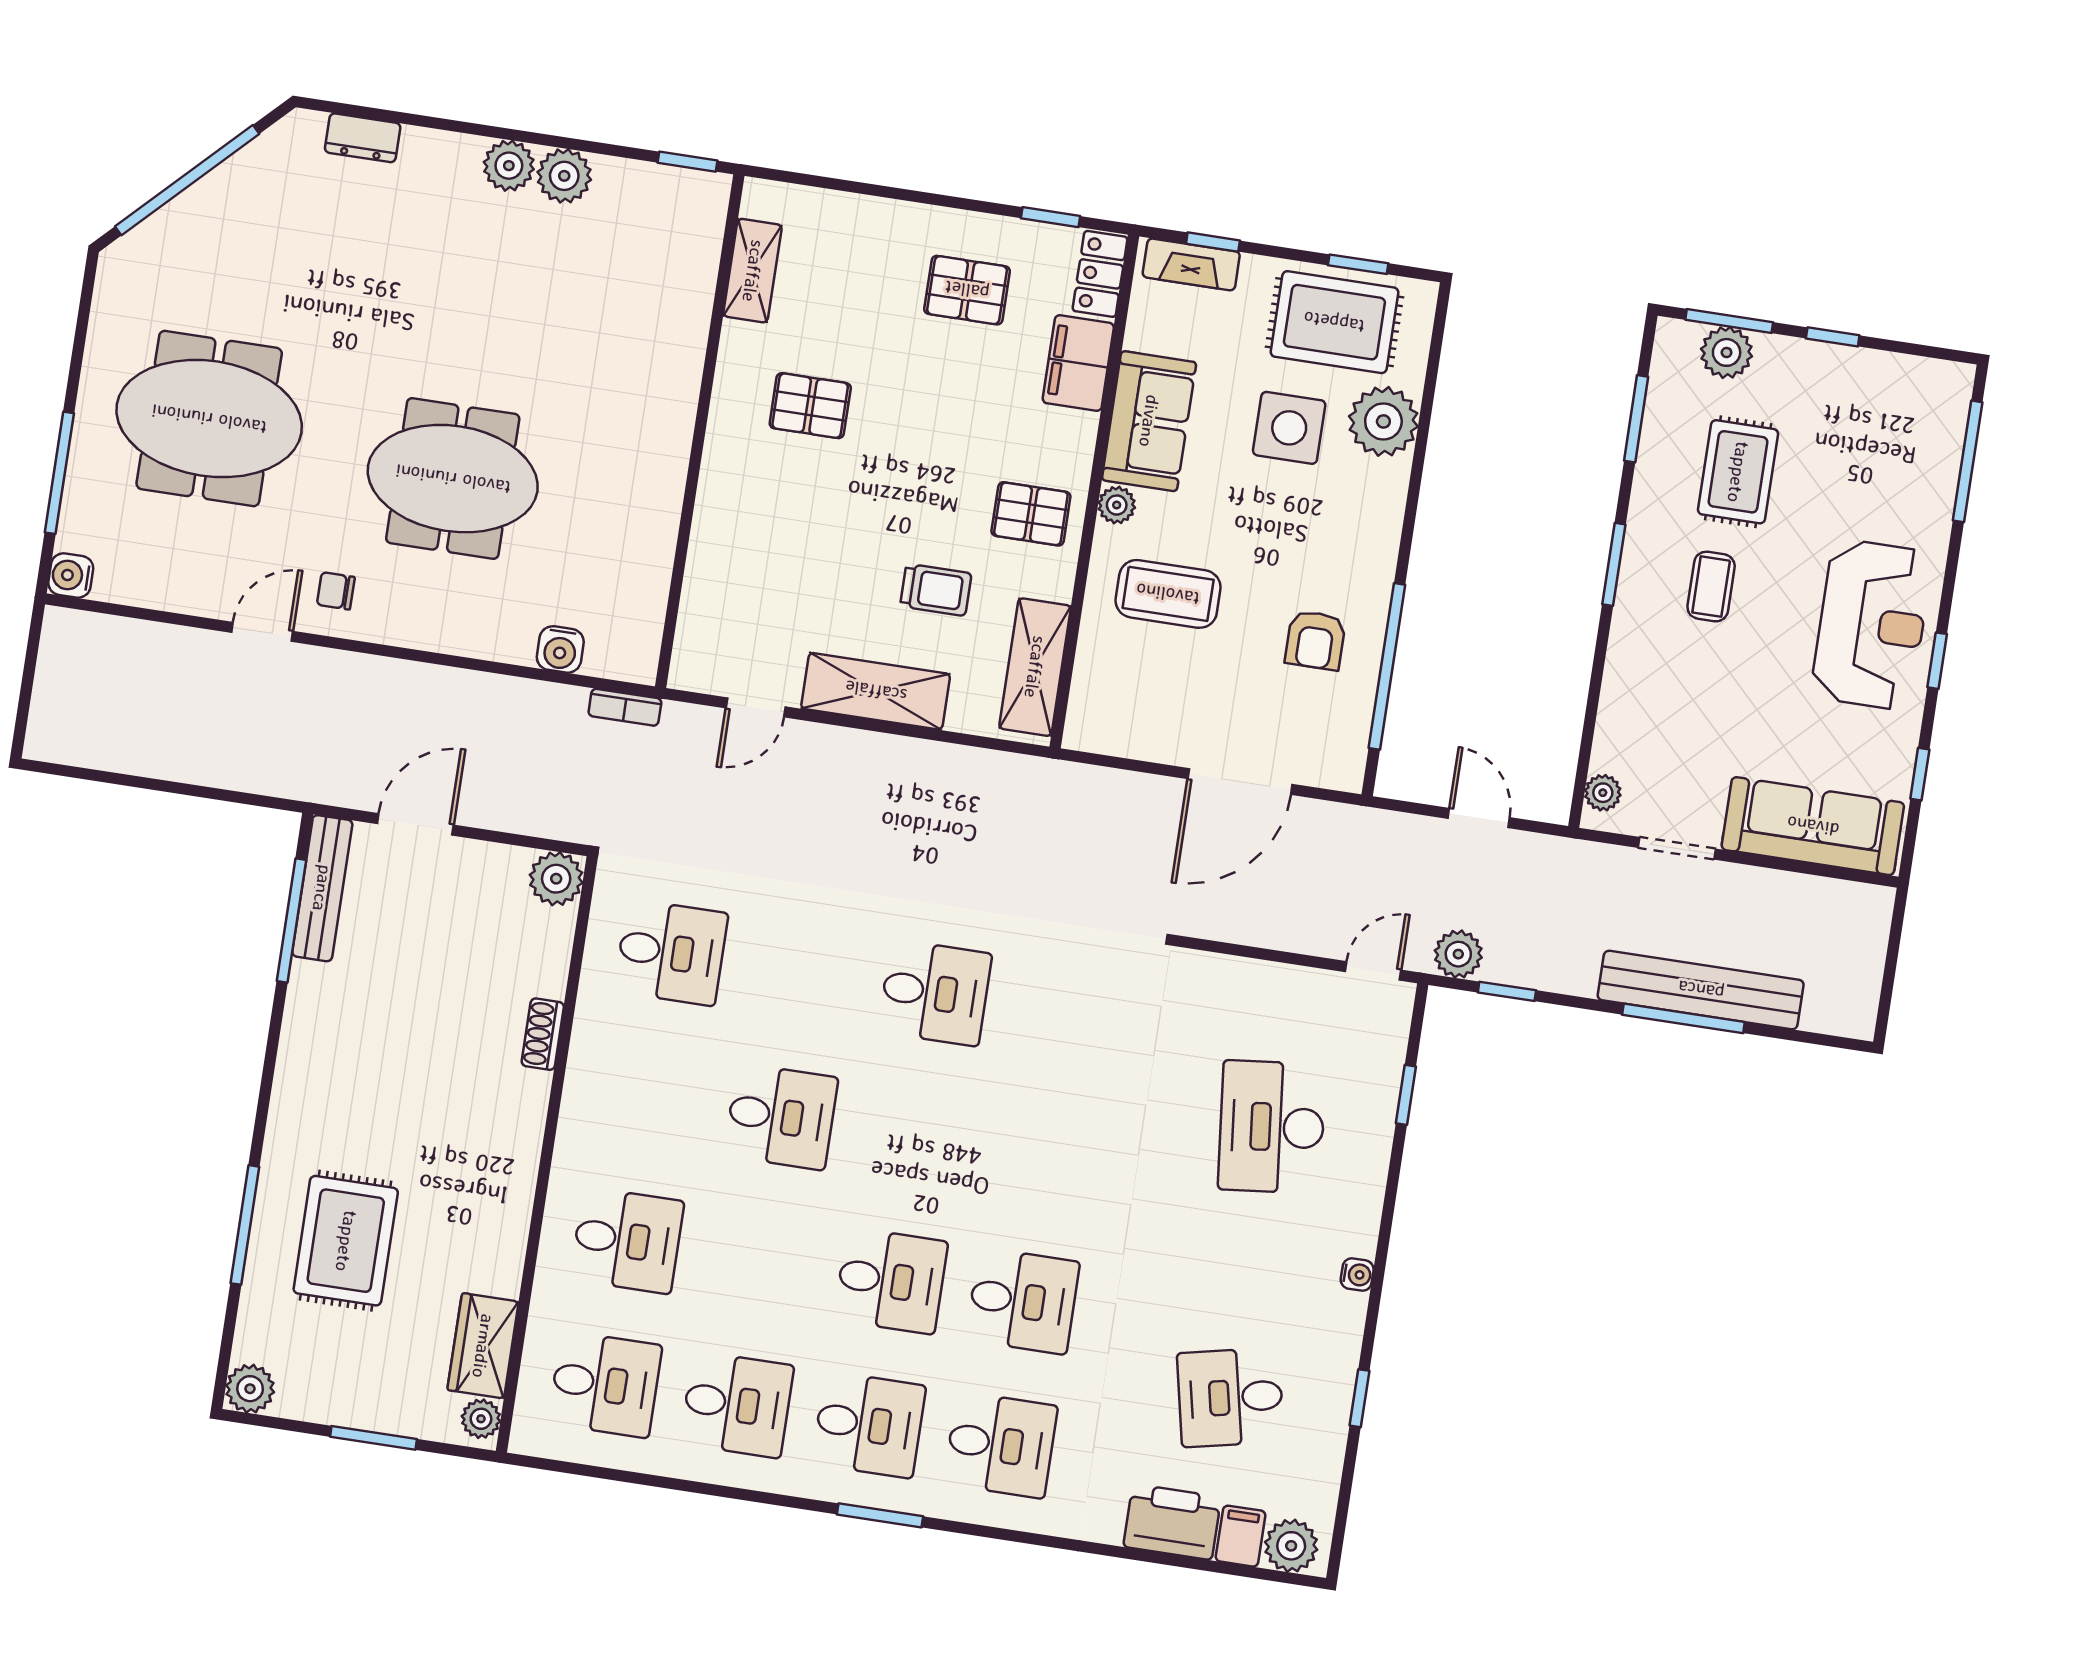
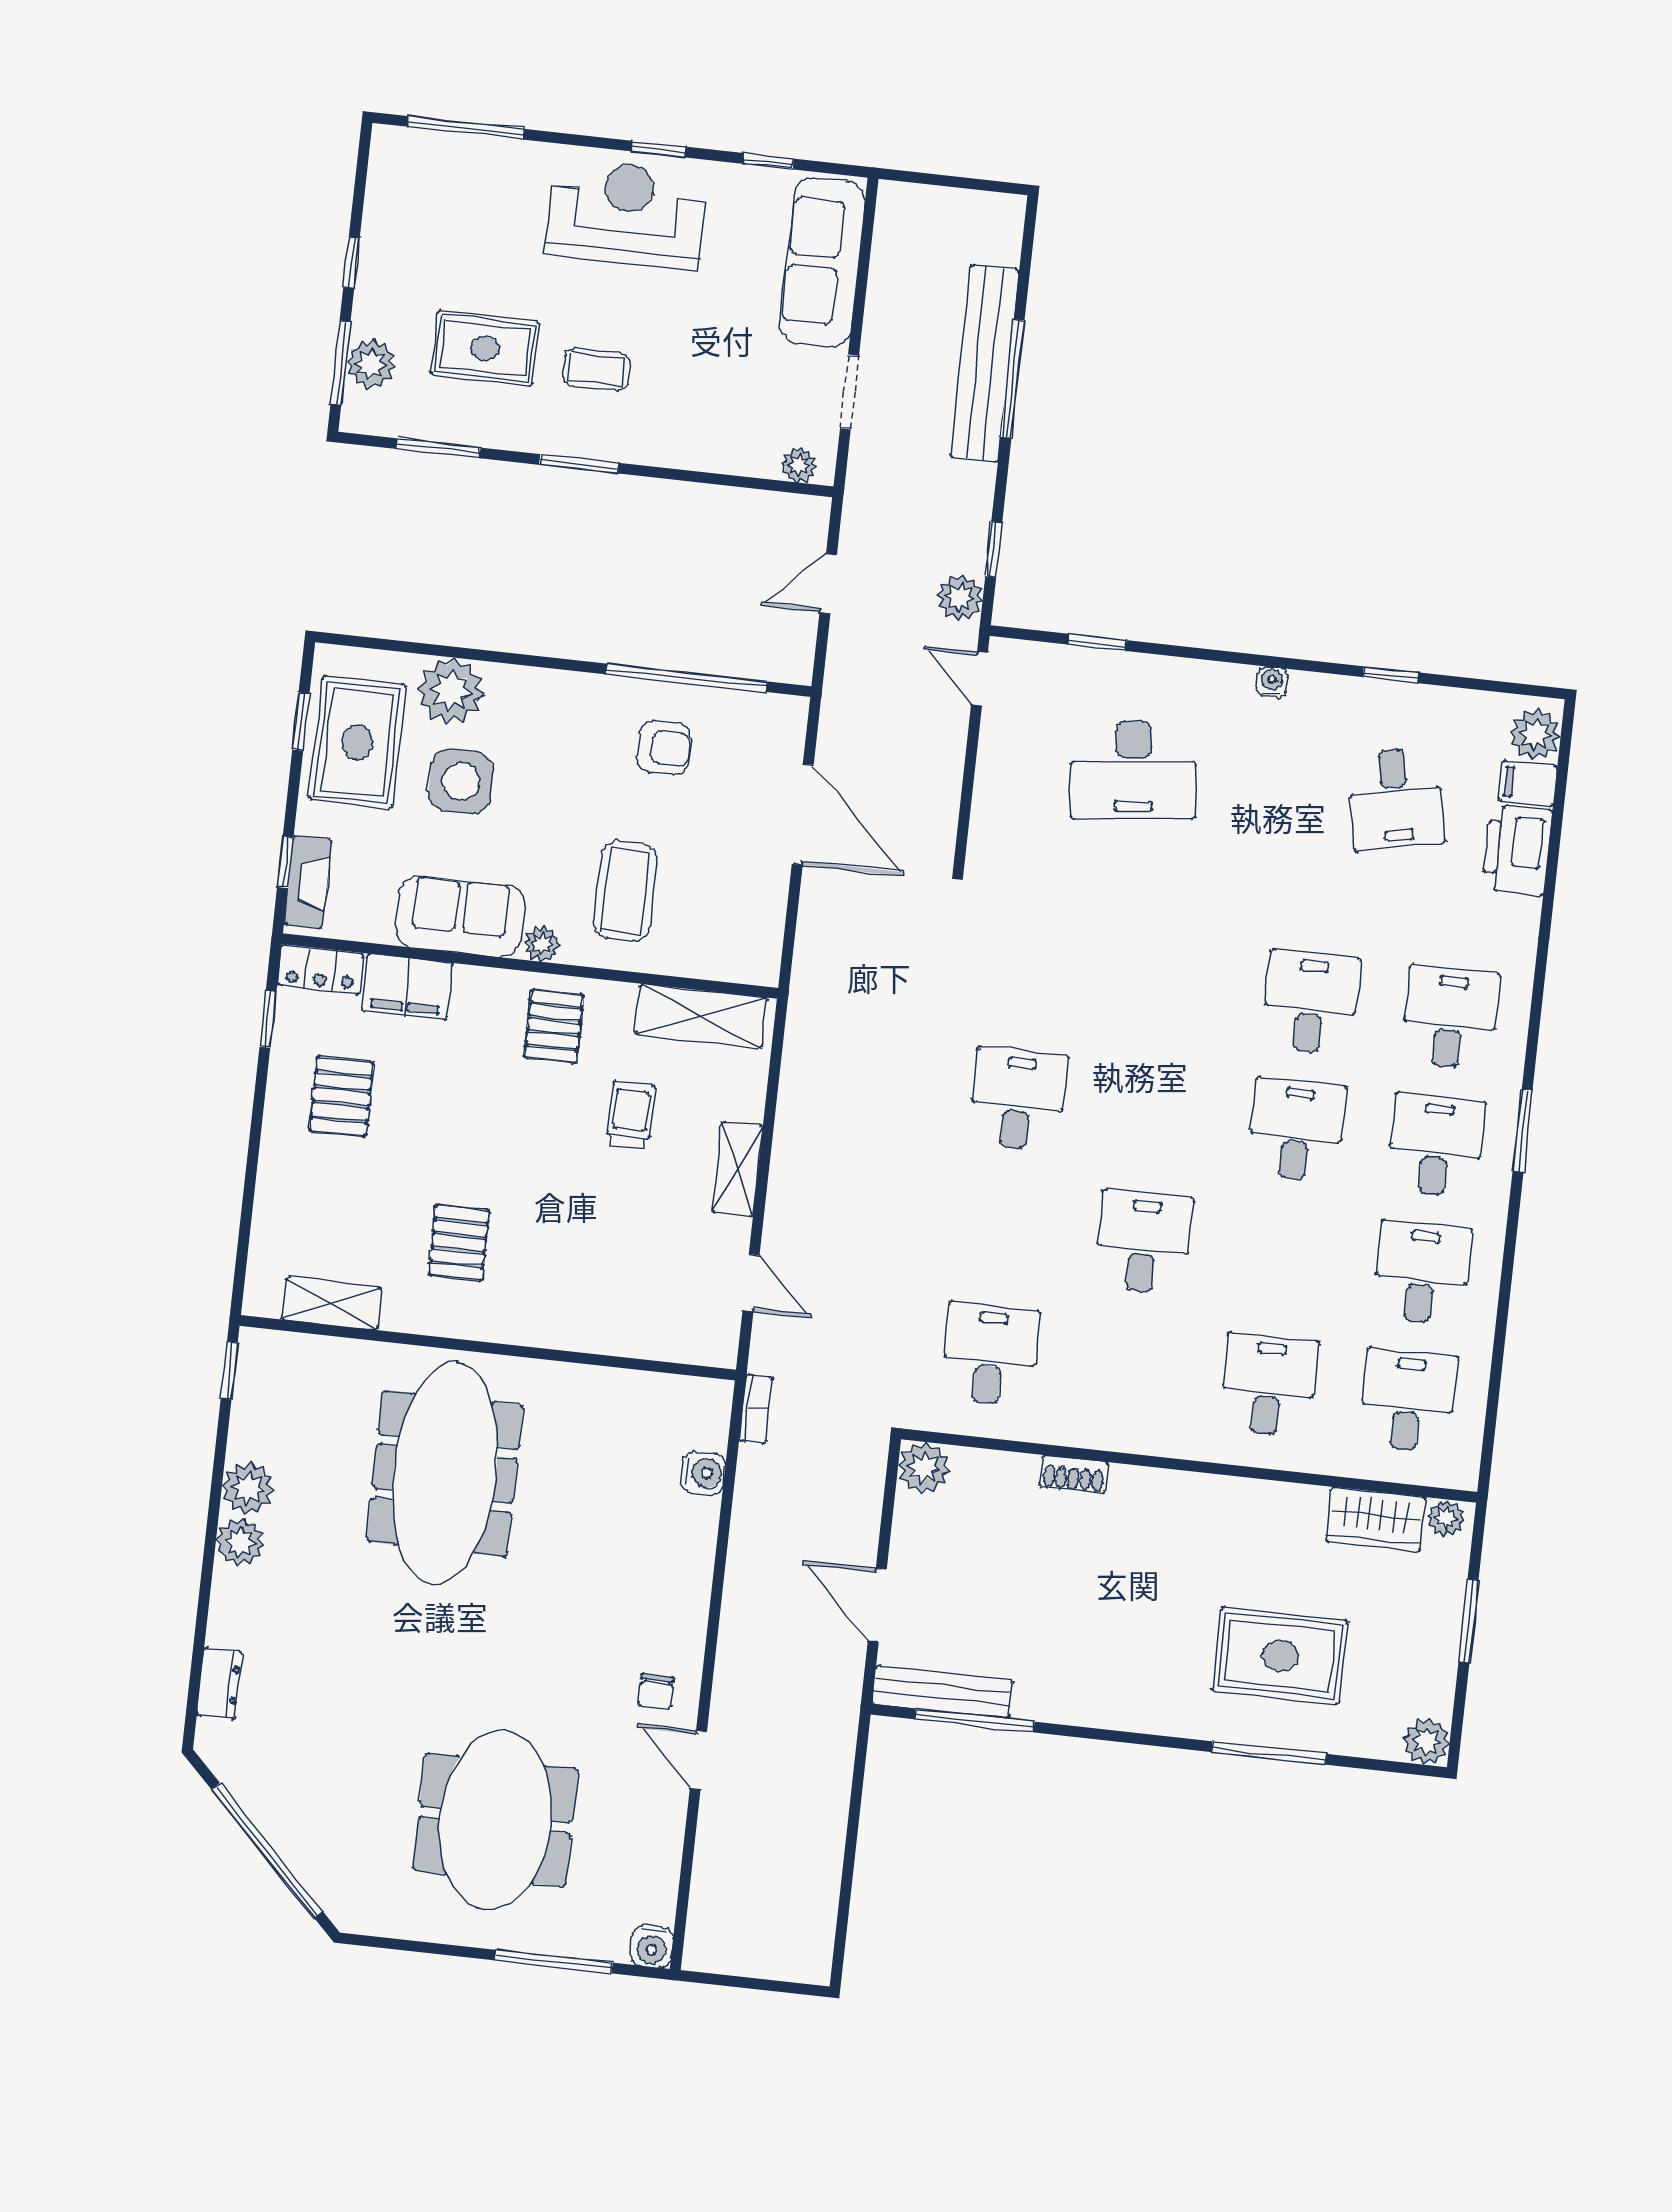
meeting table: (453, 479) -> (445, 1473), moved, width x1.36
shelving: (876, 691) -> (738, 1169), width x0.67, depth x0.75

